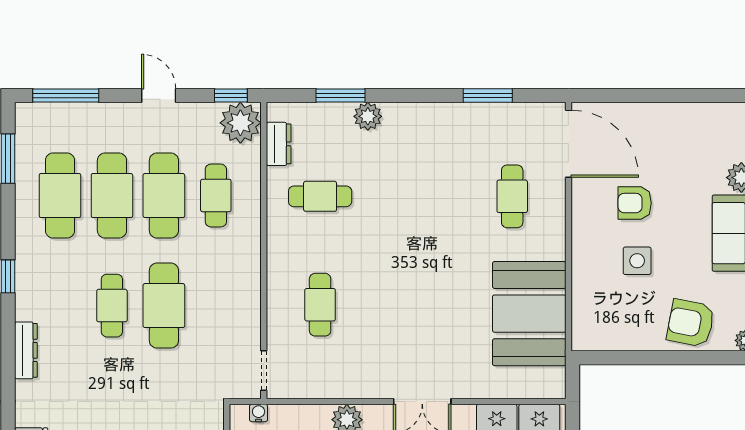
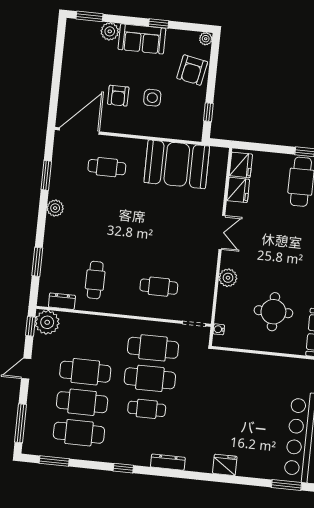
plant: (368, 116) -> (55, 208), moved
cafe table: (216, 195) -> (153, 348), moved, width x1.37, depth x1.35
window: (623, 358) -> (208, 112), added

